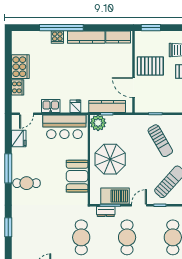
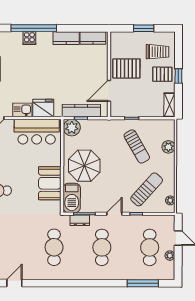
window: (151, 28) -> (144, 28), moved
kitchen counter: (86, 37) -> (66, 38), width x0.67
door: (134, 88) -> (109, 91), hinge flipped
fridge: (75, 106) -> (43, 108), width x1.88, depth x1.34
barbecue: (115, 196) -> (72, 198), moved, turned 90

